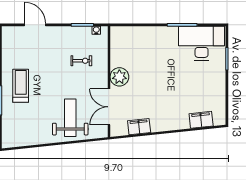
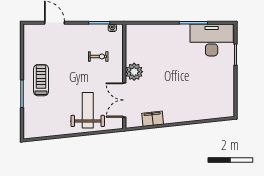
filing cabinet: (201, 120) -> (211, 112), removed

